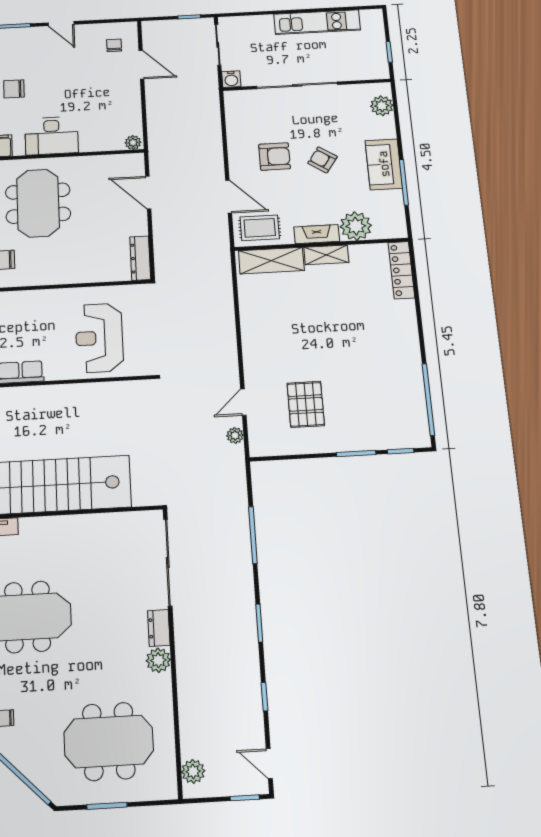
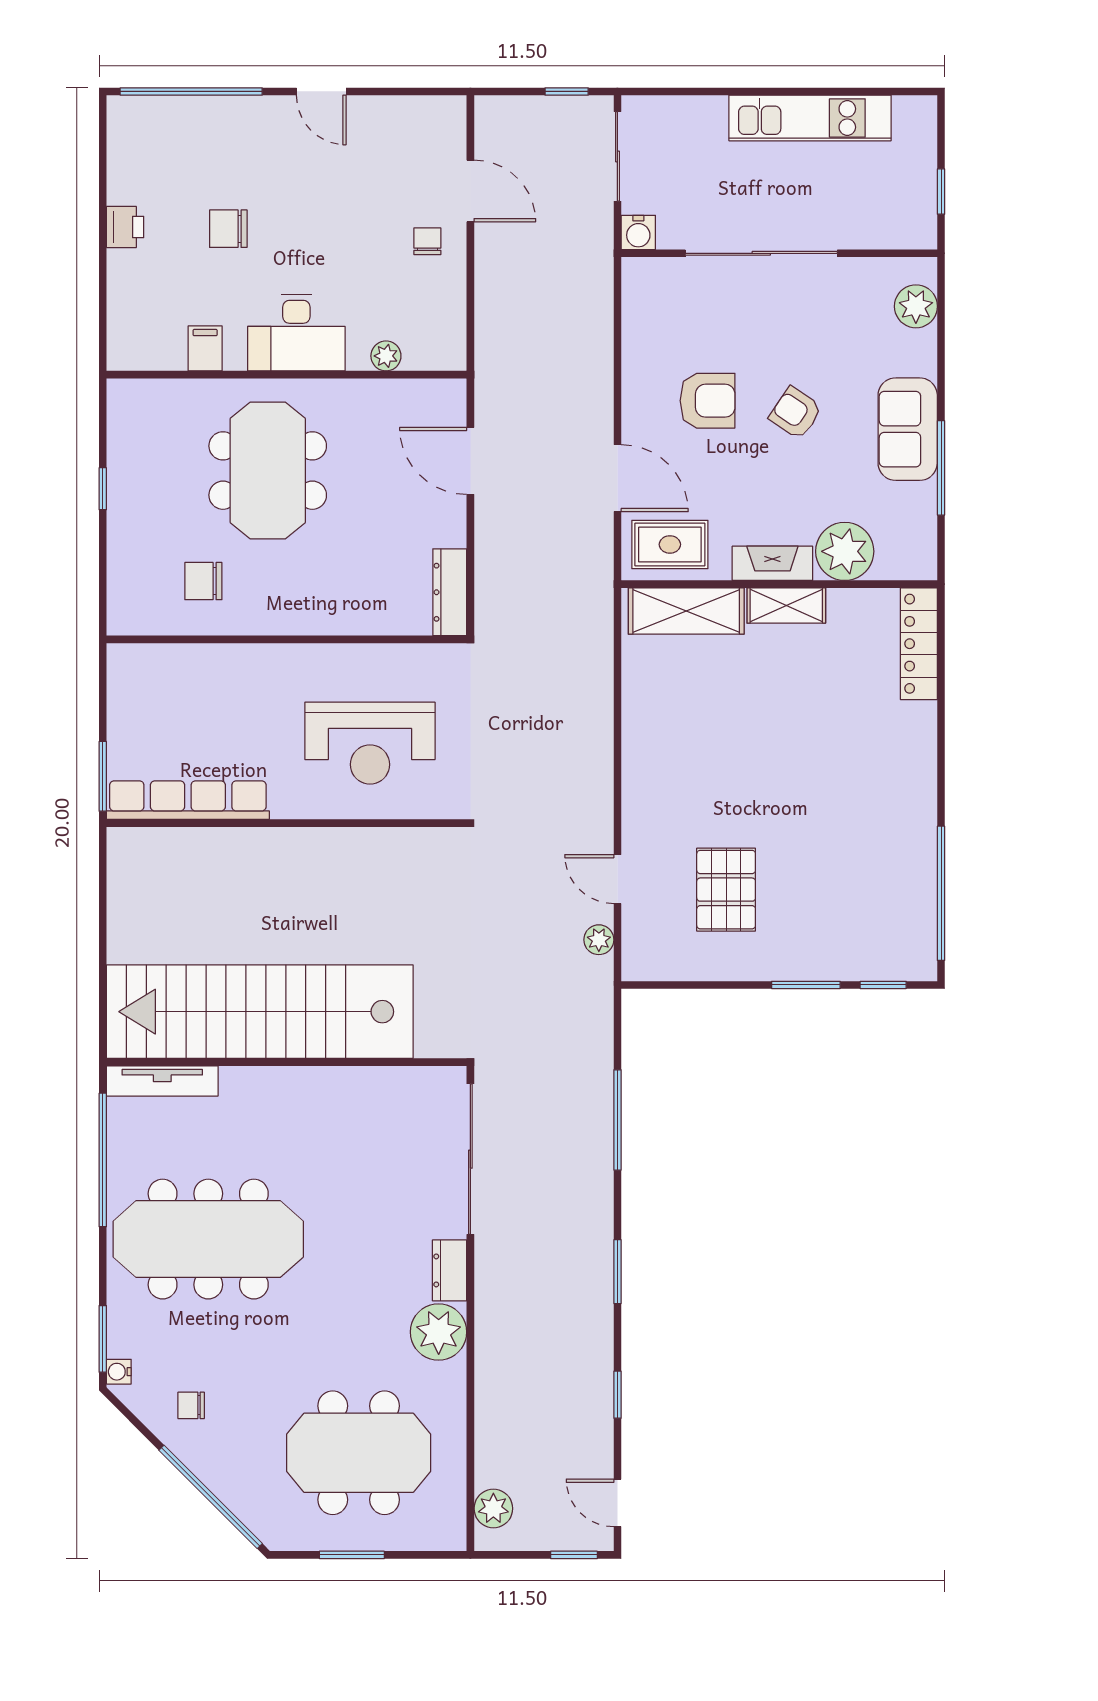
chair: (114, 45) -> (427, 241), moved
plant: (133, 143) -> (386, 356), moved
reception desk: (99, 338) -> (370, 743), turned -90
door: (243, 402) -> (617, 879), hinge flipped
plant: (158, 660) -> (439, 1332), width x1.36, depth x1.36

